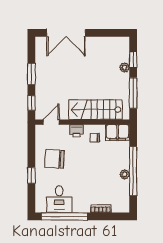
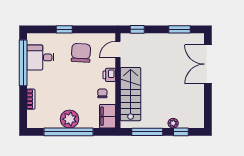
window: (31, 74) -> (179, 29), moved
door: (51, 122) -> (118, 49), swing flipped
plant: (125, 174) -> (70, 119), width x1.88, depth x1.88

